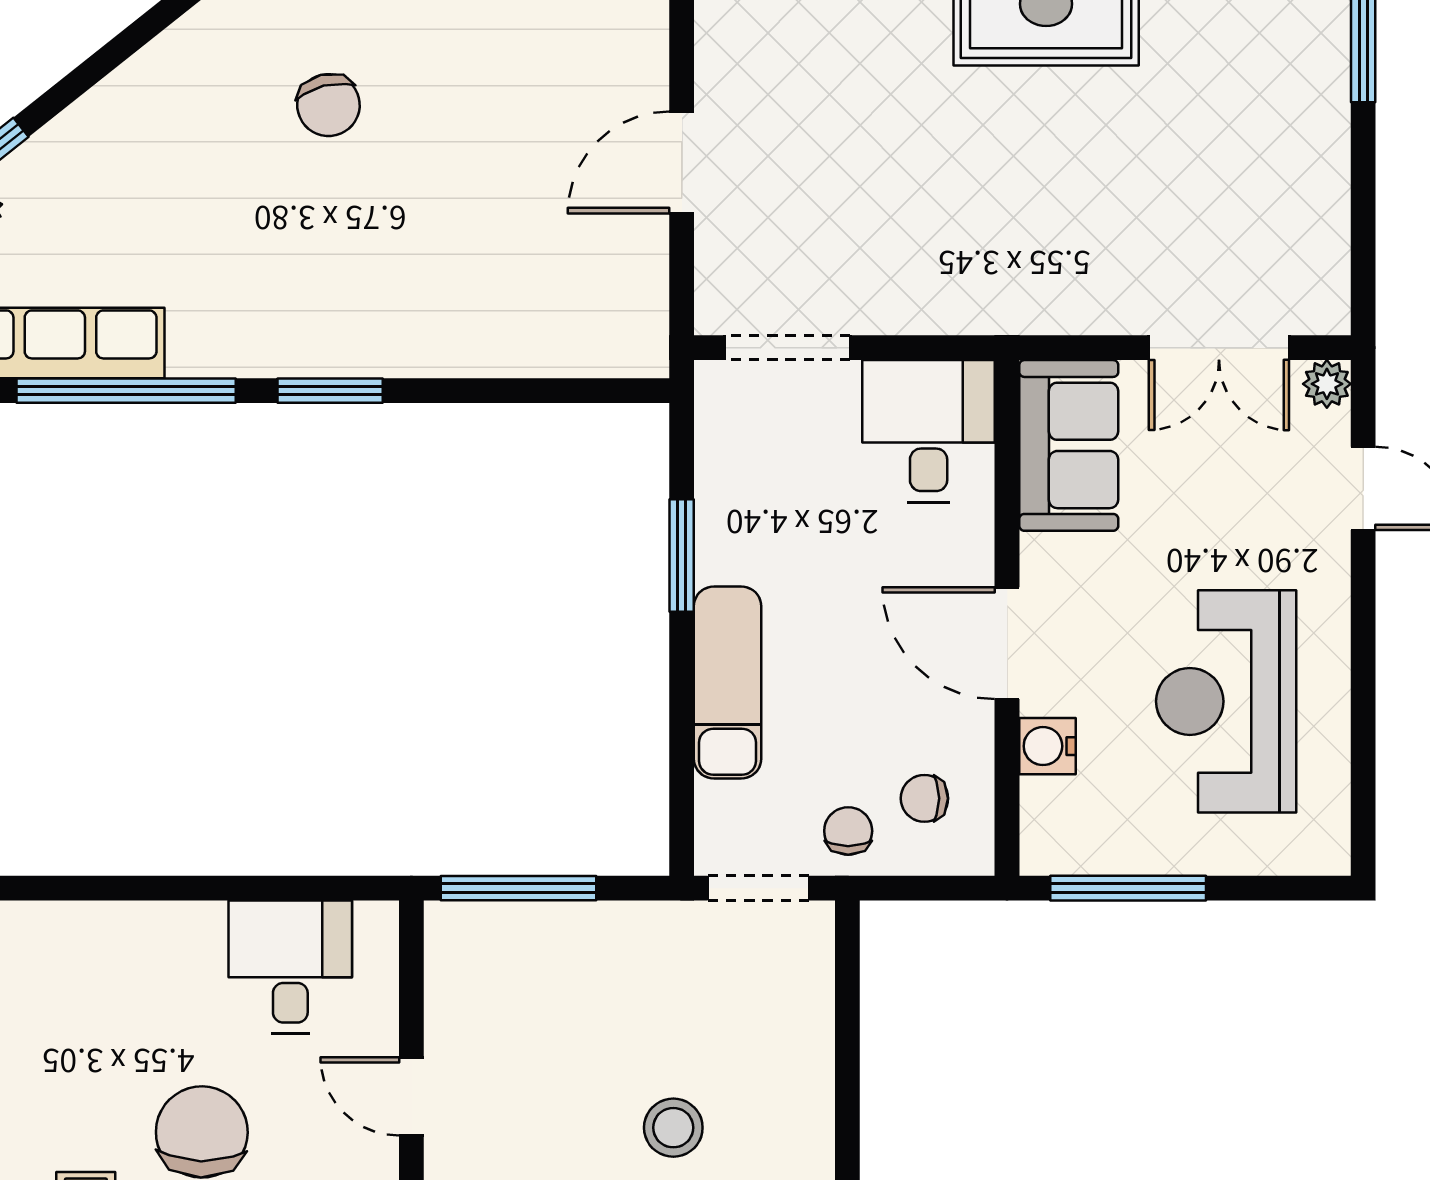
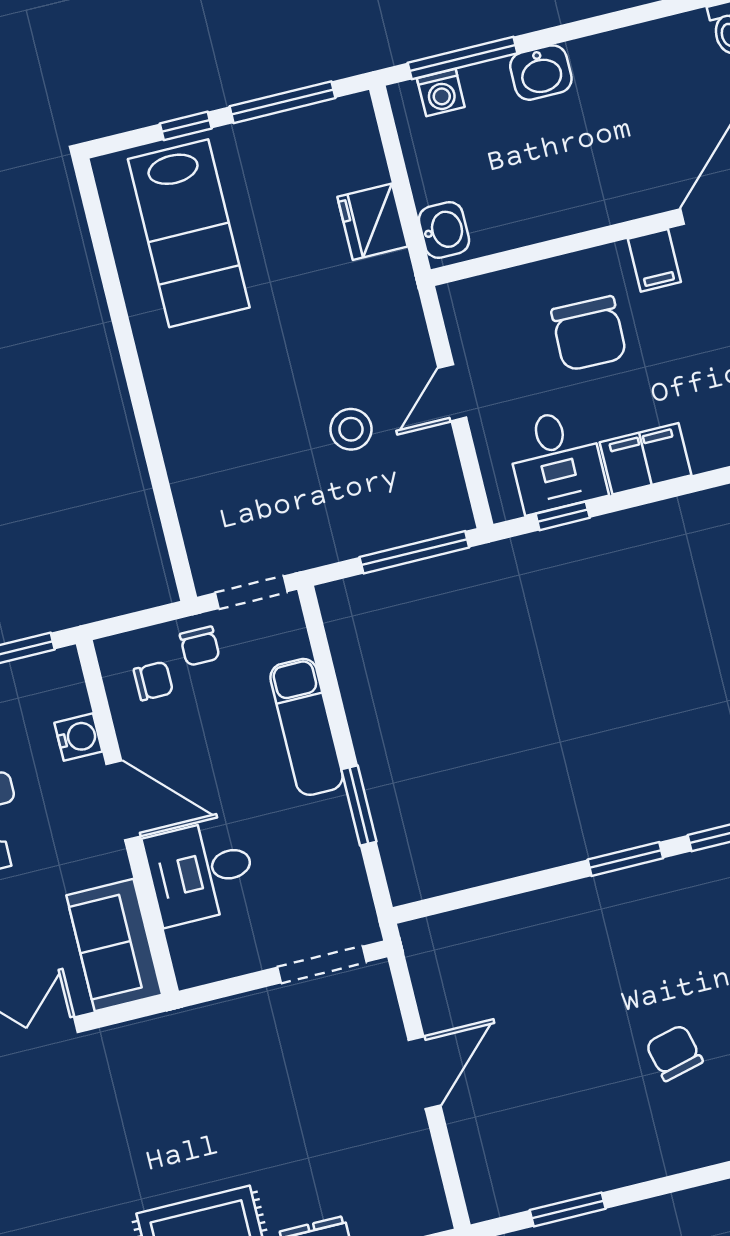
desk: (929, 431) -> (201, 872), moved, turned 90
window: (300, 888) -> (563, 516), added
filing cabinet: (166, 939) -> (646, 459), added
door: (411, 1096) -> (452, 393), swing flipped
stool: (673, 1128) -> (351, 429), moved

